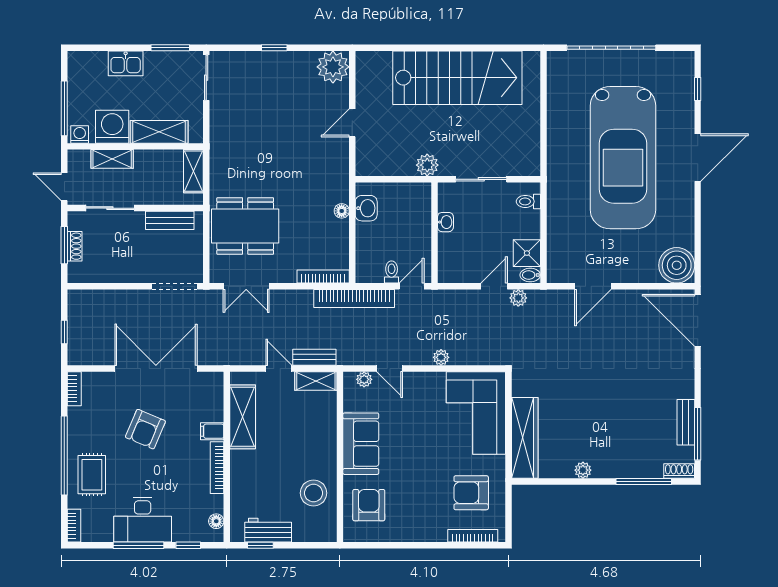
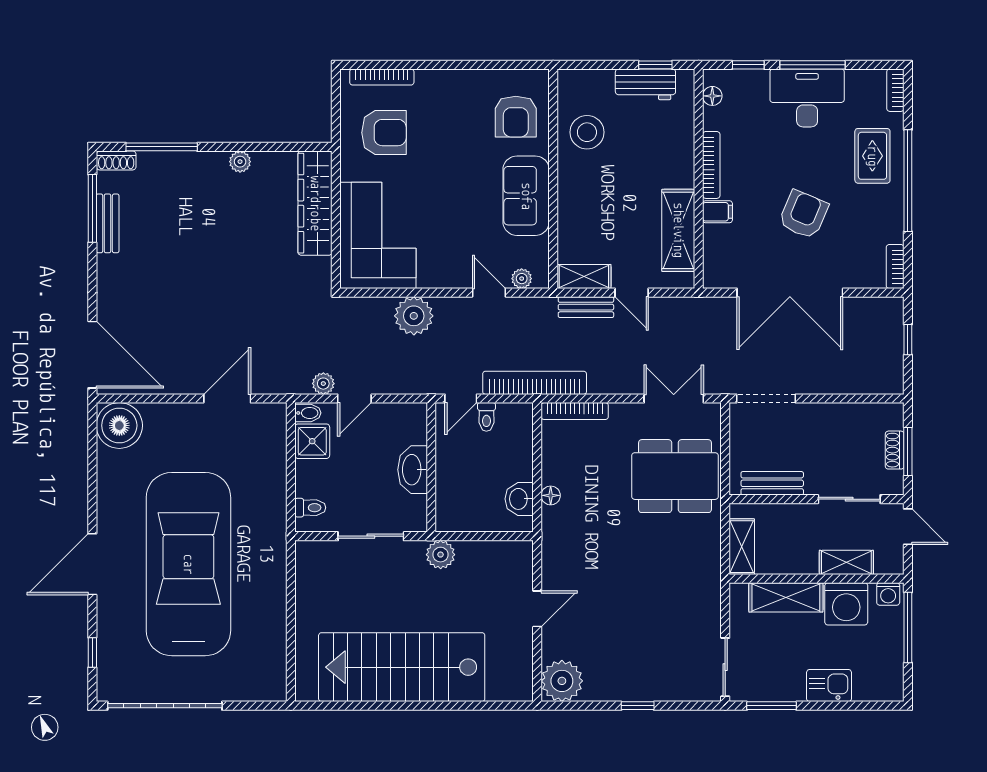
garage door: (611, 48) -> (165, 706), moved
washbasin: (445, 222) -> (413, 470), width x1.91, depth x1.45
plant: (441, 357) -> (414, 316), width x1.88, depth x1.88

